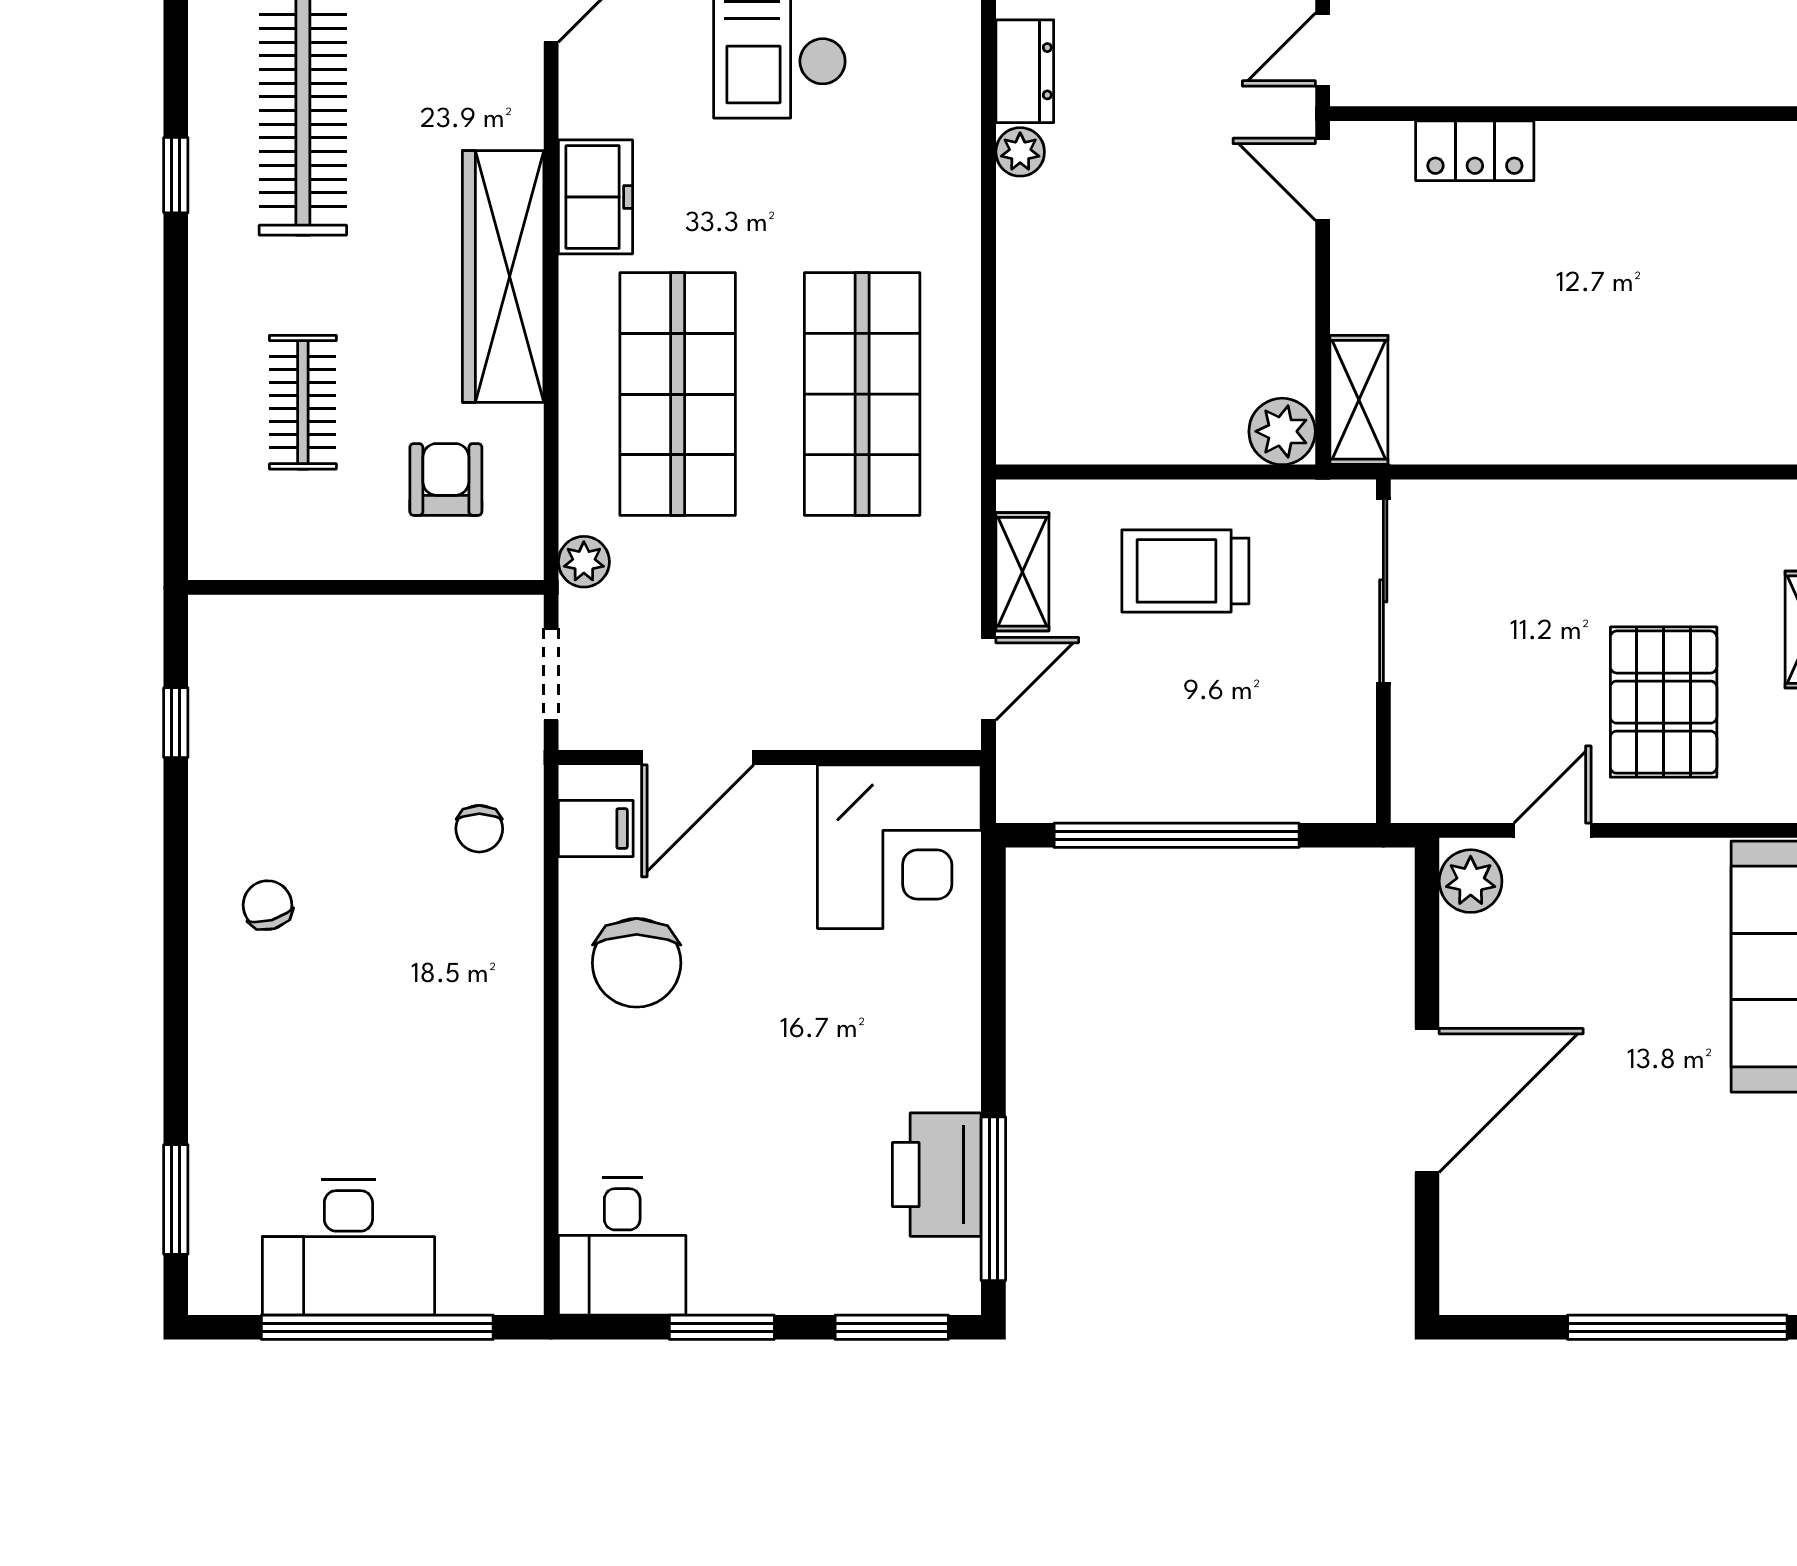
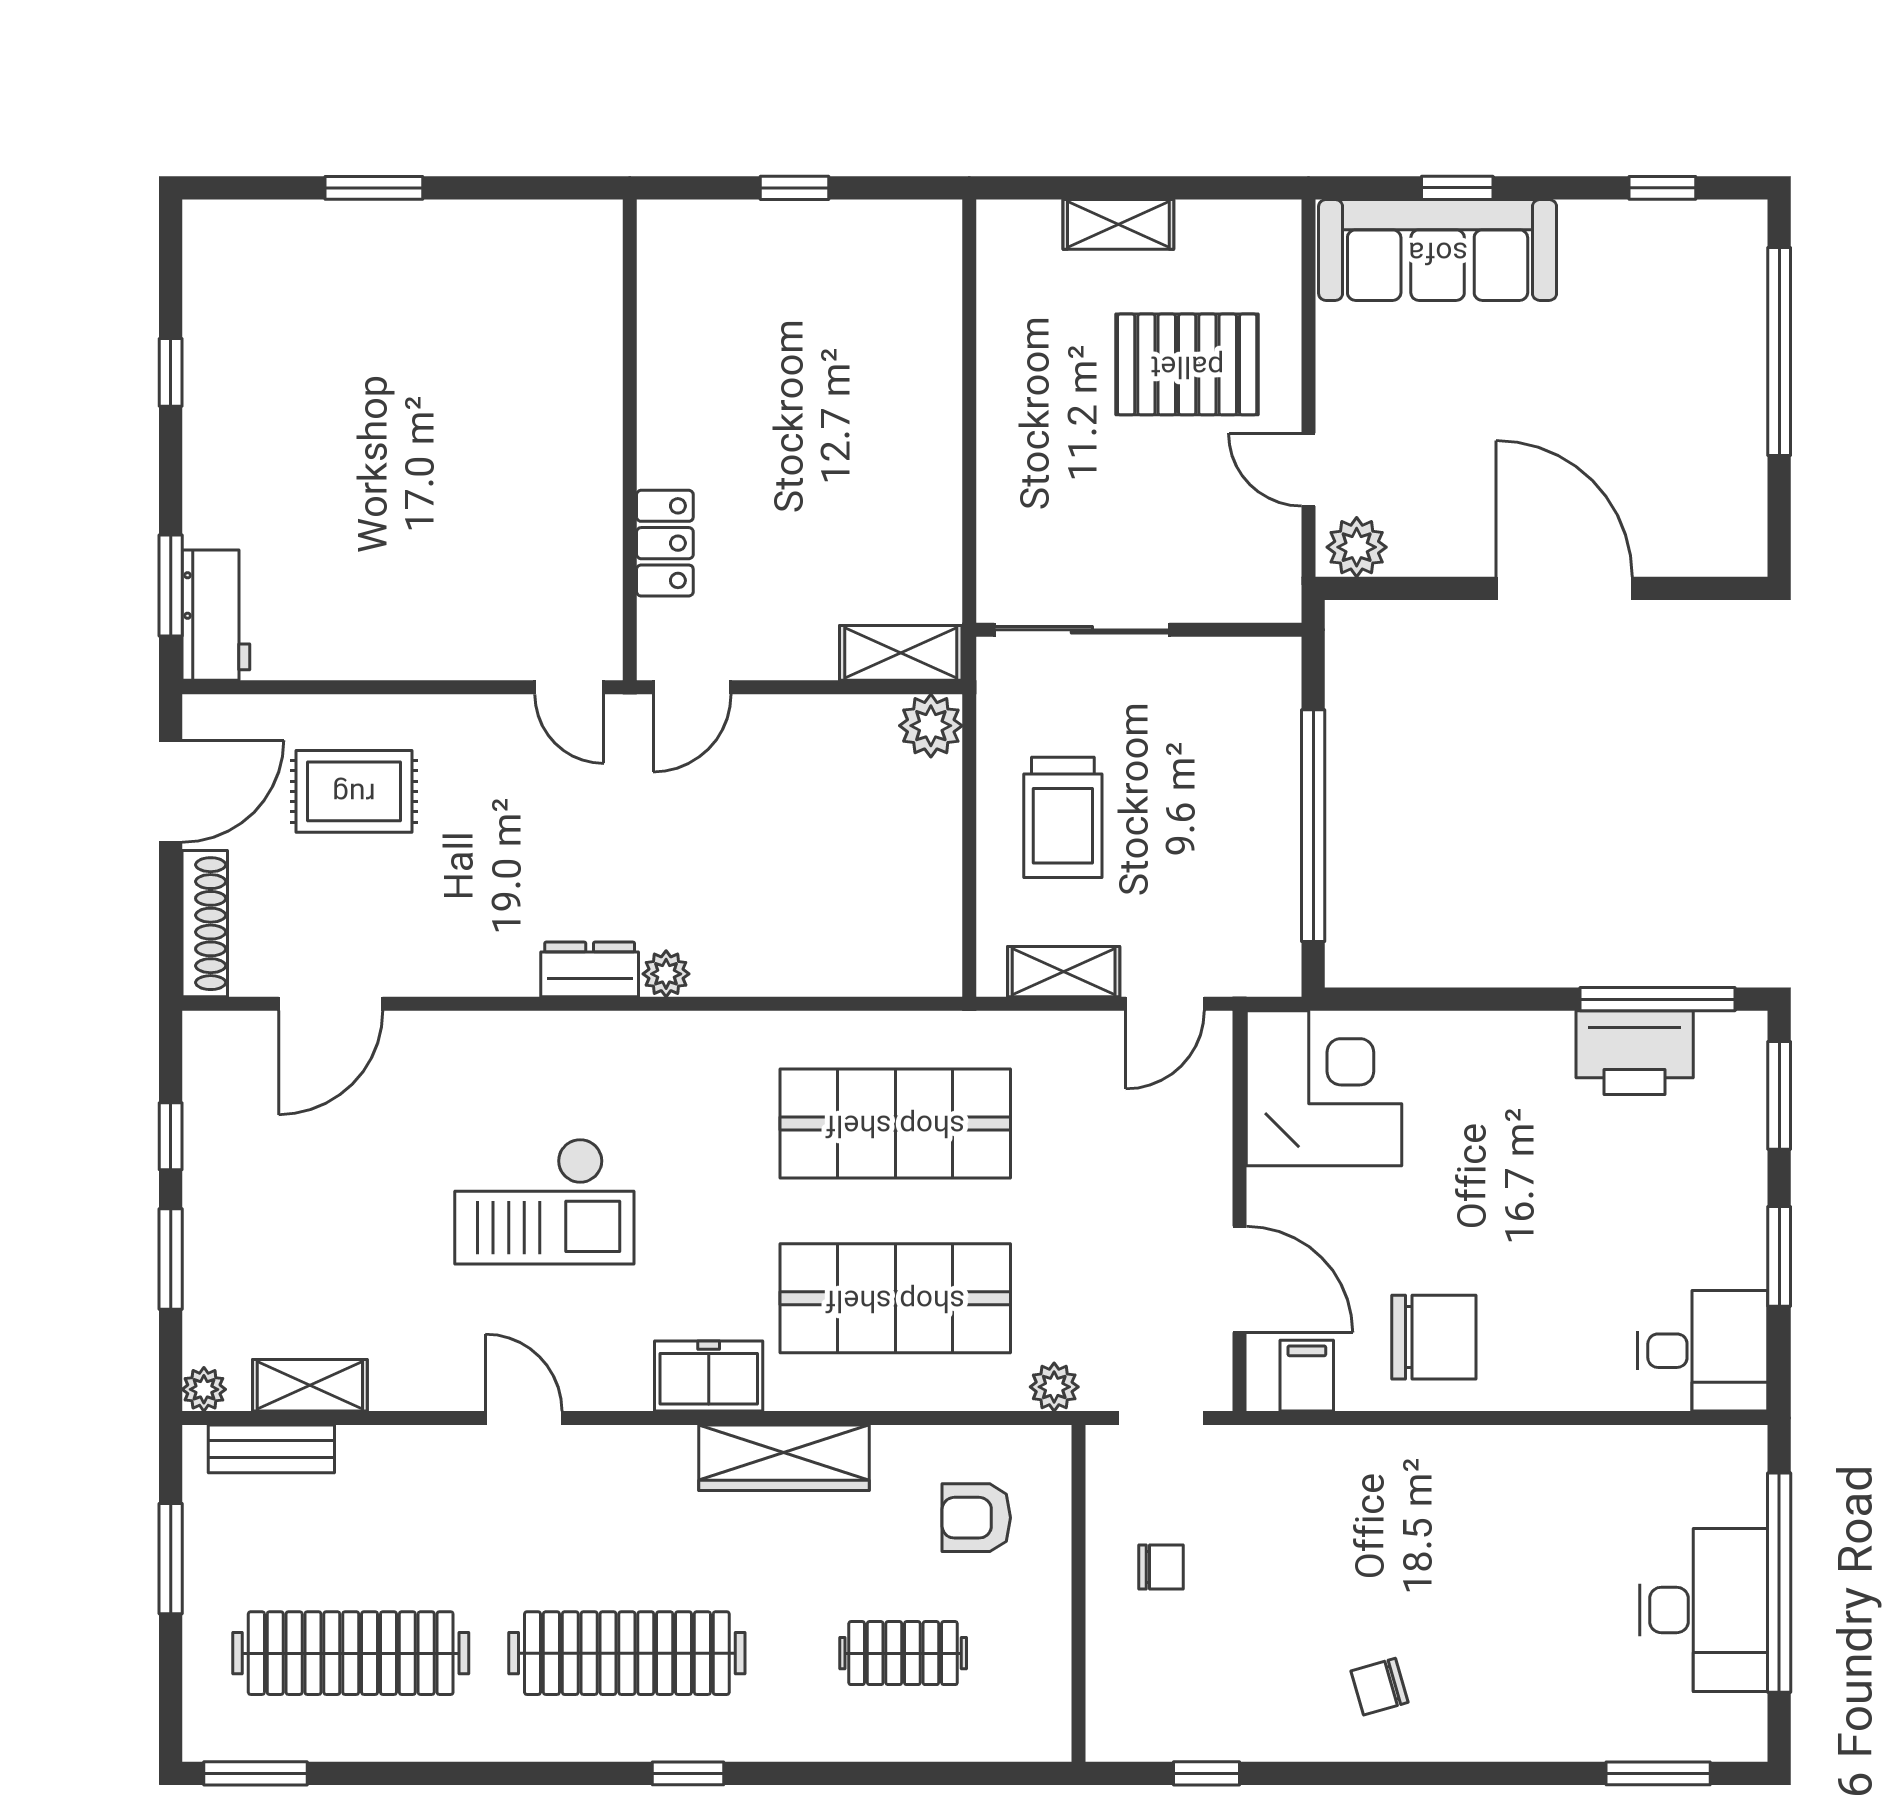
wardrobe: (503, 276) -> (784, 1458), width x0.71, depth x0.85
door: (989, 679) -> (1165, 1004), swing flipped
chair: (479, 829) -> (1161, 1567), moved

